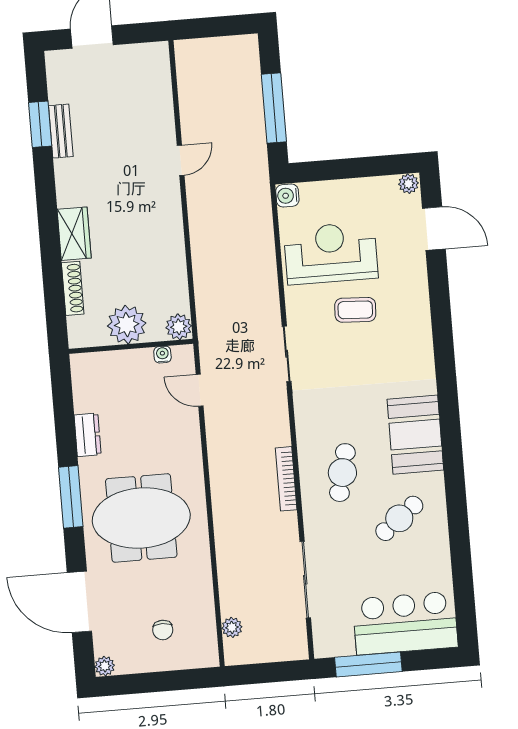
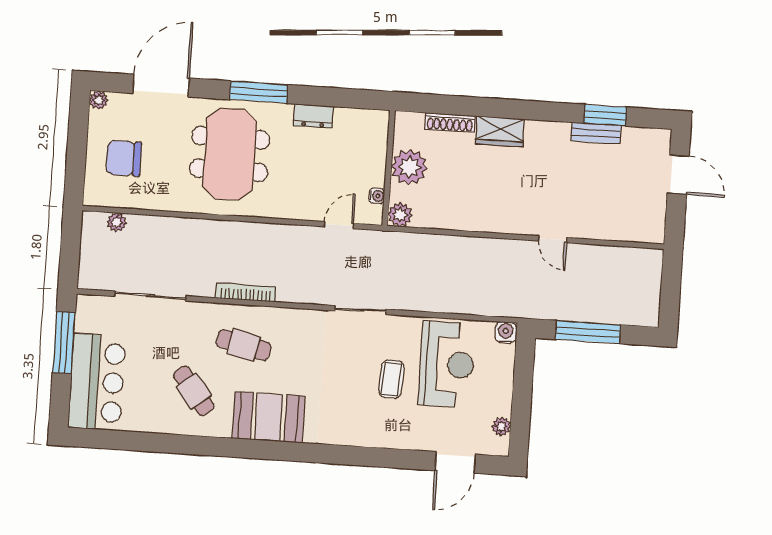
plant: (409, 184) -> (501, 426), moved
chair: (163, 630) -> (124, 158), width x1.87, depth x1.87

